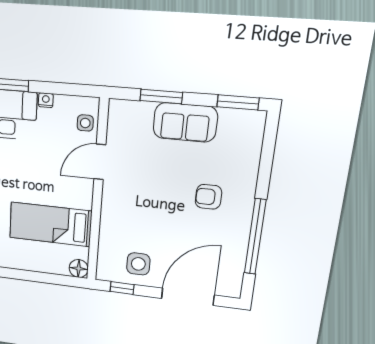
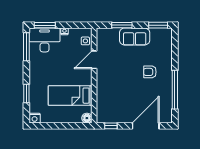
side table: (138, 264) -> (118, 111), removed

